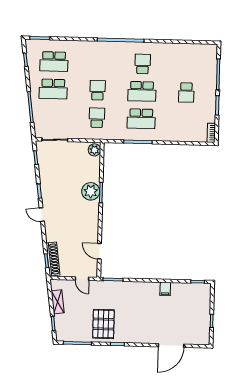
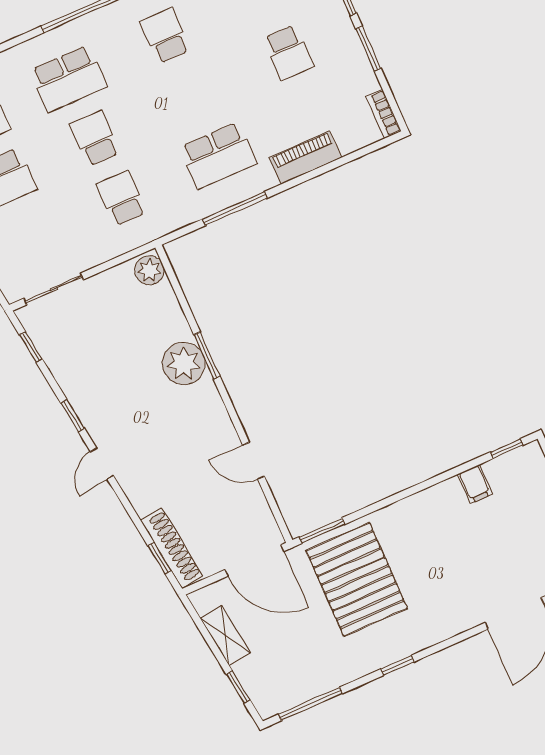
school desk: (142, 91) -> (68, 79), moved
piano: (174, 135) -> (306, 158), added
door: (42, 215) -> (102, 464), hinge flipped
door: (99, 251) -> (254, 461), moved
door: (82, 279) -> (254, 560), width x1.87
filing cabinet: (165, 289) -> (475, 484), moved
pallet: (103, 324) -> (357, 579), moved, width x1.37, depth x1.41

